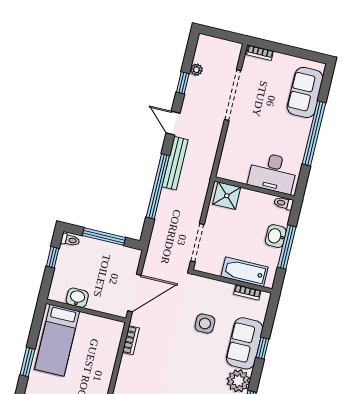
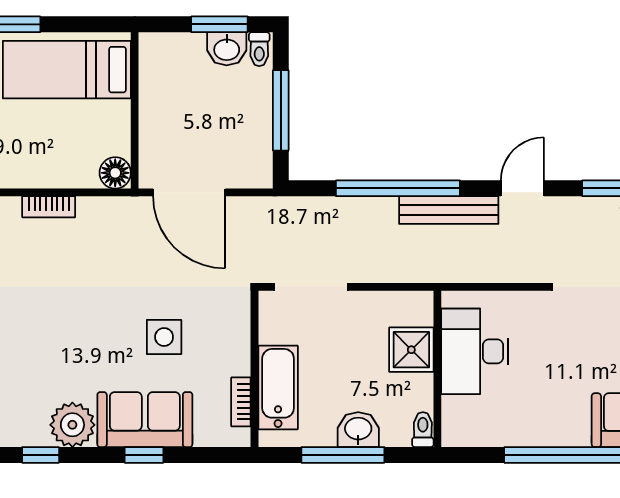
desk: (273, 173) -> (475, 351), moved
shower: (227, 196) -> (411, 350), moved
window: (53, 257) -> (219, 24), width x1.50
washbasin: (77, 298) -> (227, 49), moved, turned 90
floor lamp: (115, 328) -> (115, 173), added
bookcase: (131, 340) -> (49, 207), moved

